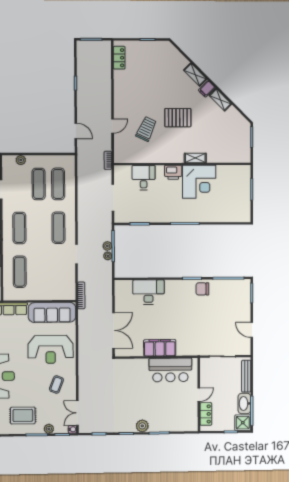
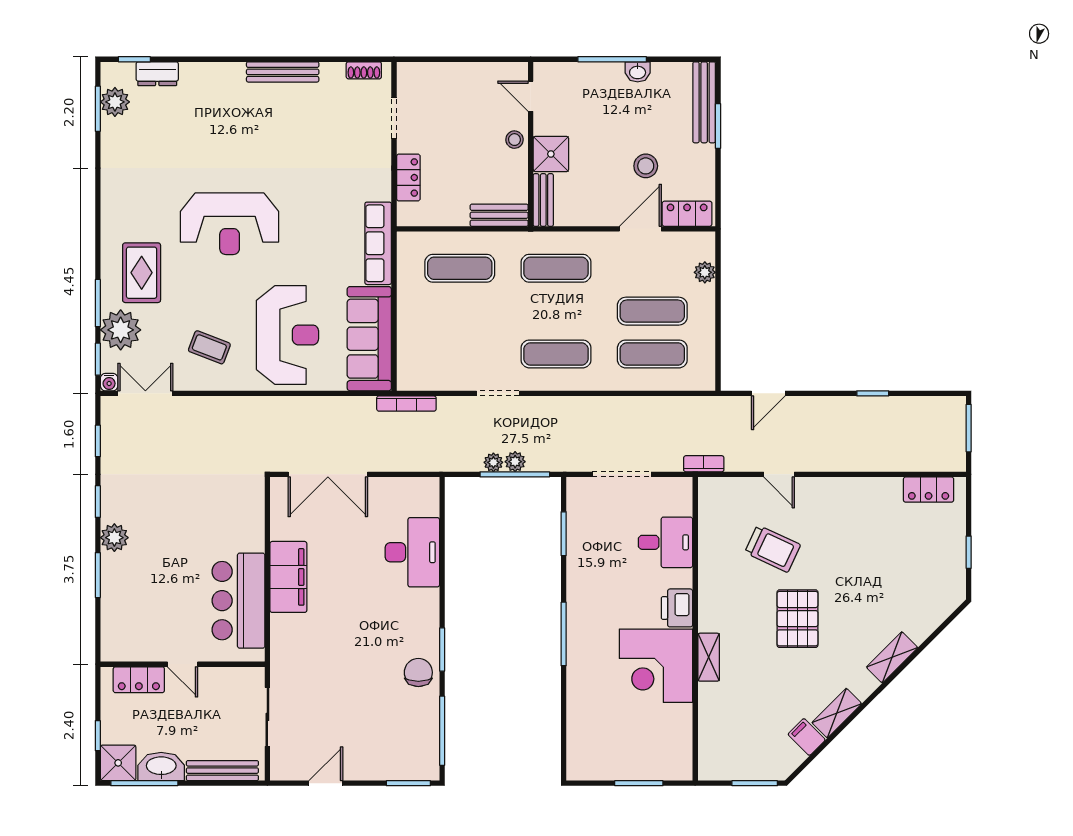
filing cabinet: (207, 89) -> (807, 737), moved
reception desk: (51, 349) -> (287, 335), turned 180
plant: (49, 429) -> (121, 330), width x1.87, depth x1.87

